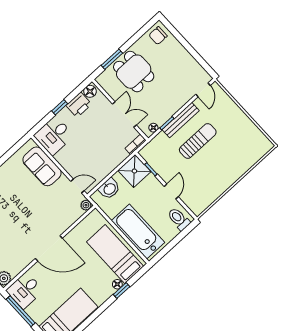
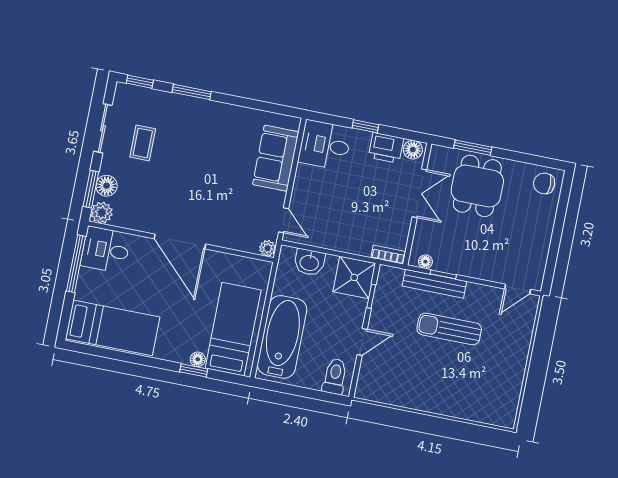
double door: (124, 115) -> (419, 193), moved
bench: (181, 120) -> (434, 284), moved
sun lounger: (198, 141) -> (449, 329), turned 180

